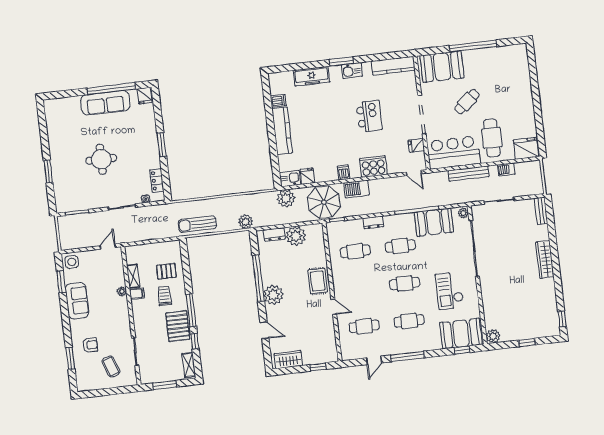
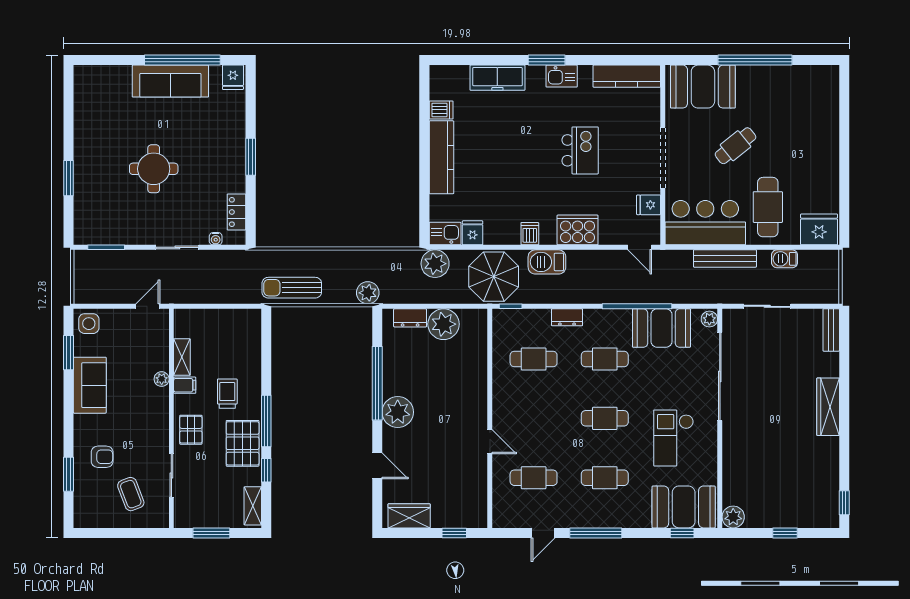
pallet: (166, 271) -> (191, 430), moved, turned 90
rug: (318, 281) -> (469, 399), removed

